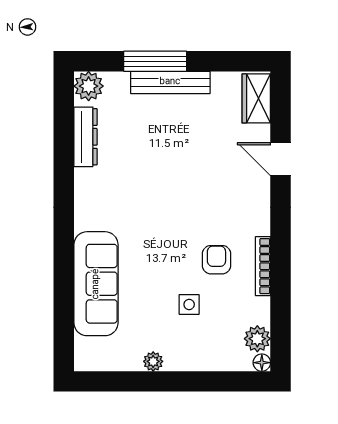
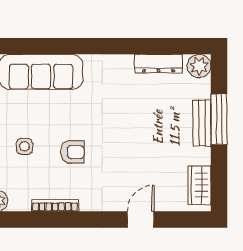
bench: (170, 82) -> (202, 123), width x0.73
wardrobe: (256, 98) -> (200, 185), moved, turned -90
armchair: (216, 260) -> (72, 152), moved

